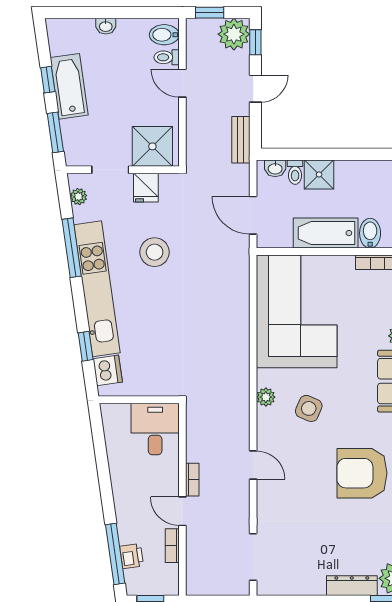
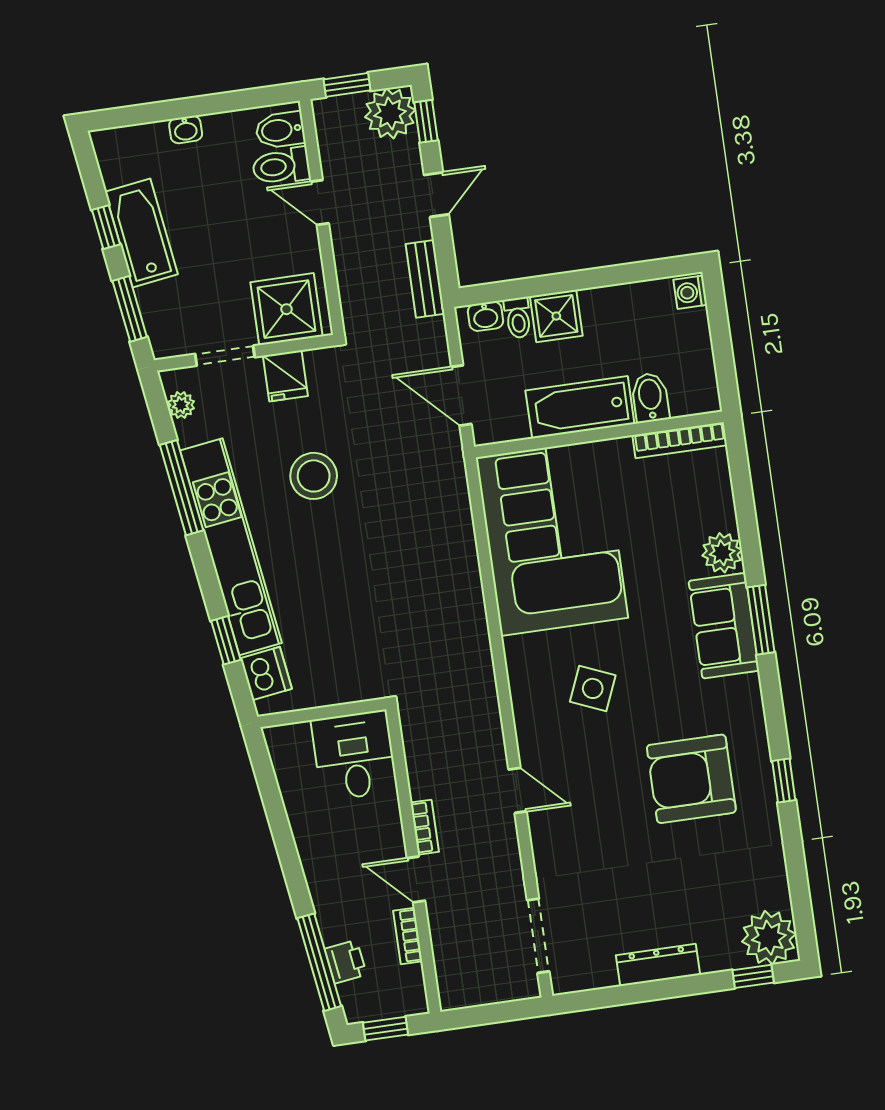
toilet: (167, 57) -> (281, 166), width x1.37, depth x1.39
plant: (266, 397) -> (522, 680), removed
dresser: (352, 586) -> (658, 965), moved

